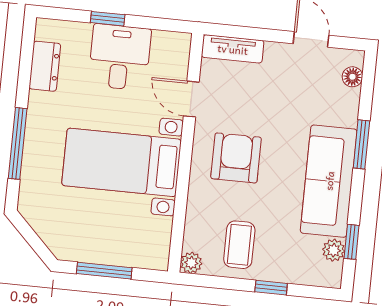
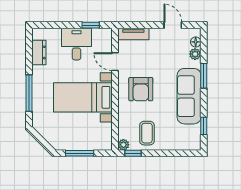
window: (108, 19) -> (91, 25), moved
armchair: (236, 158) -> (141, 89), turned 180
plant: (334, 250) -> (195, 54), moved
window: (271, 288) -> (133, 153), moved

